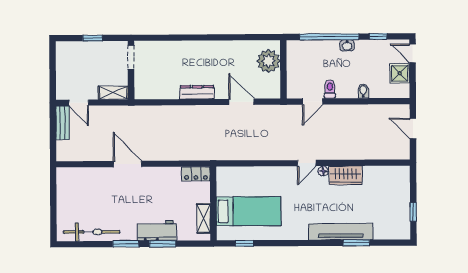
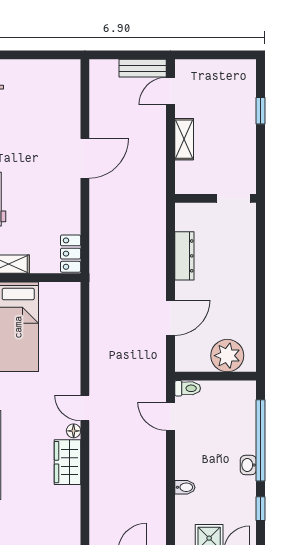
doorway: (131, 57) -> (233, 198), moved
wall: (131, 70) -> (216, 198), moved
toilet: (330, 89) -> (188, 388), moved

